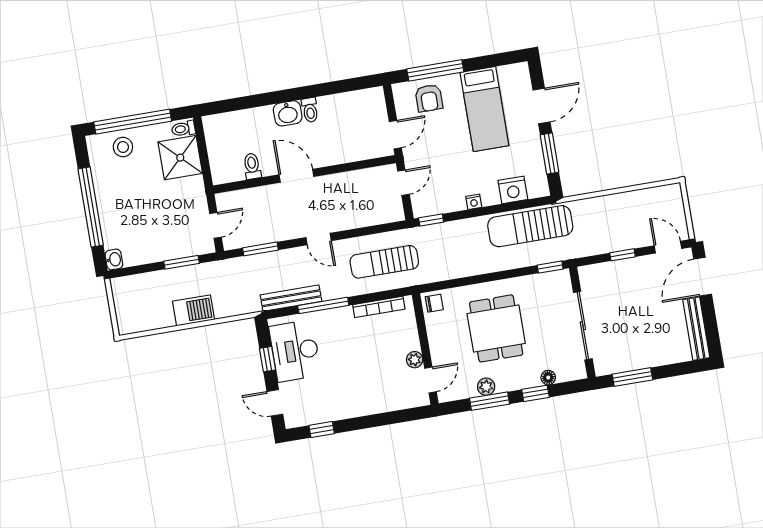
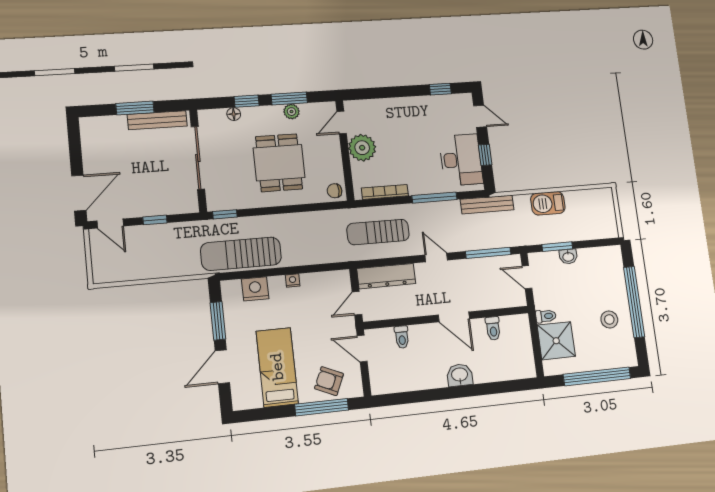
armchair: (429, 98) -> (329, 381), turned -66
toilet: (310, 110) -> (402, 337), moved, turned 180
toilet: (183, 129) -> (546, 316), moved
door: (395, 135) -> (362, 349), hinge flipped
stool: (123, 147) -> (609, 319), moved
dresser: (373, 214) -> (386, 276), added
window: (431, 220) -> (333, 267), removed
door: (215, 225) -> (527, 277), hinge flipped
sun lounger: (530, 226) -> (241, 254), turned 180
window: (260, 249) -> (488, 253), width x1.44
washbasin: (114, 259) -> (568, 257), moved, turned -90
sun lounger: (384, 262) -> (378, 232), turned 180
bench: (291, 298) -> (487, 205), moved
bench: (696, 329) -> (157, 120), moved, turned 90
plant: (415, 360) -> (362, 148), width x1.88, depth x1.88
window: (632, 377) -> (135, 108), moved

